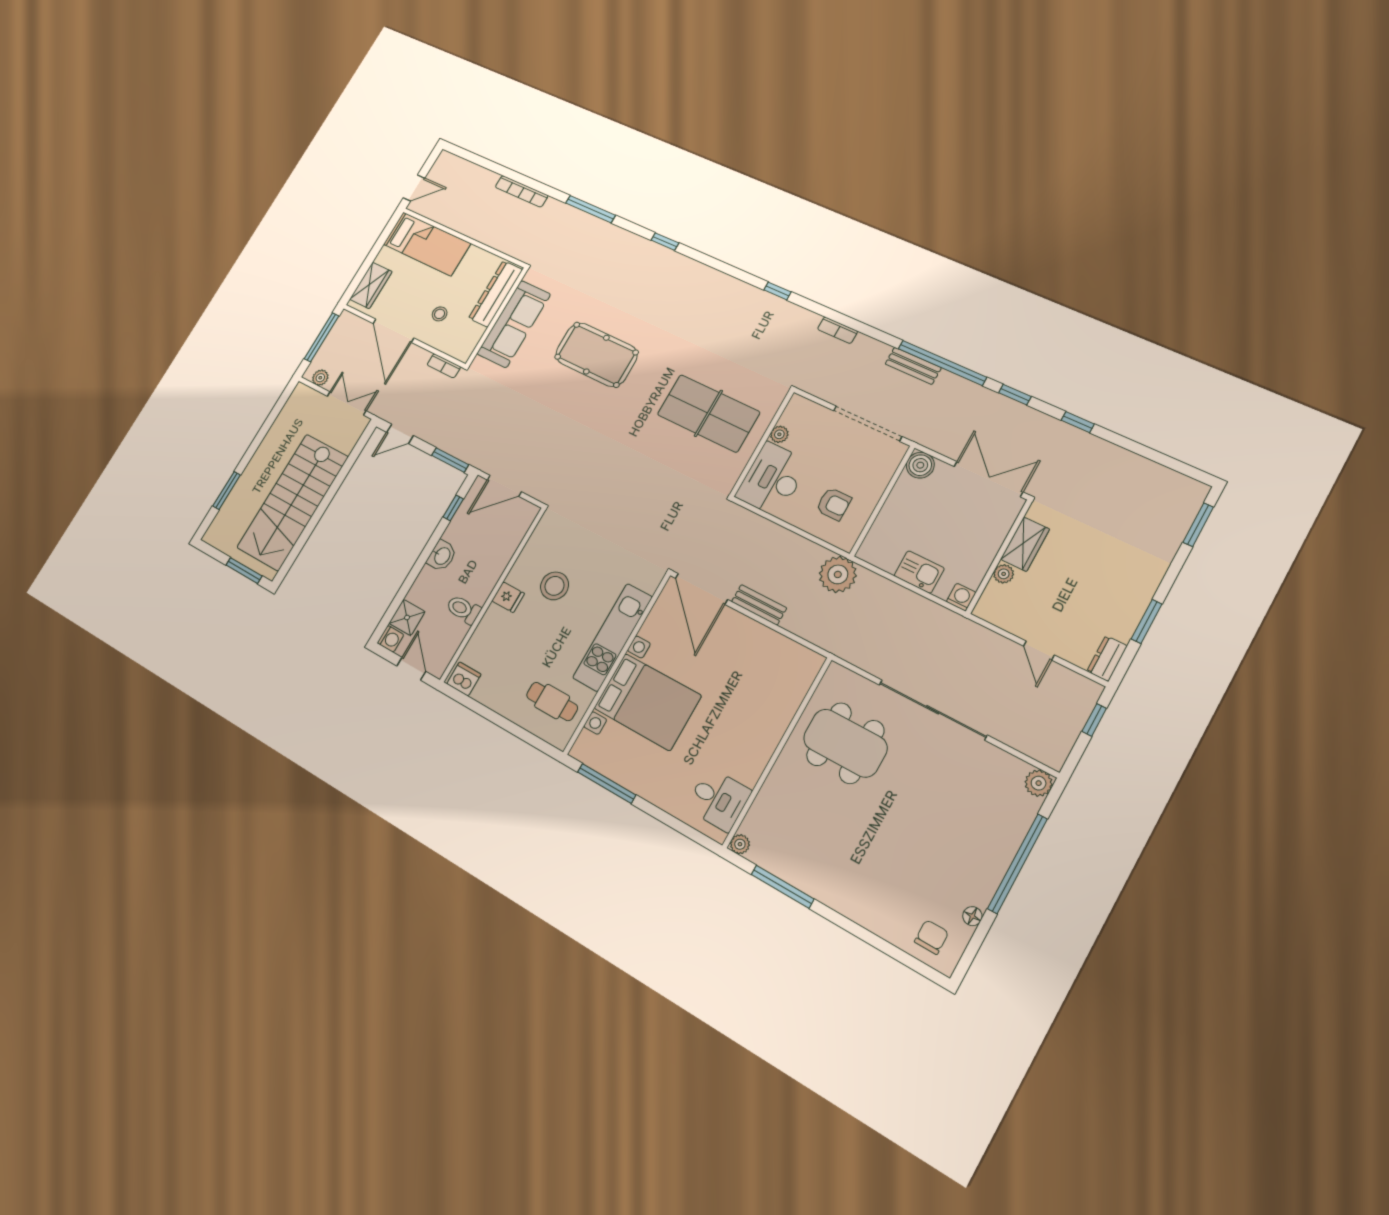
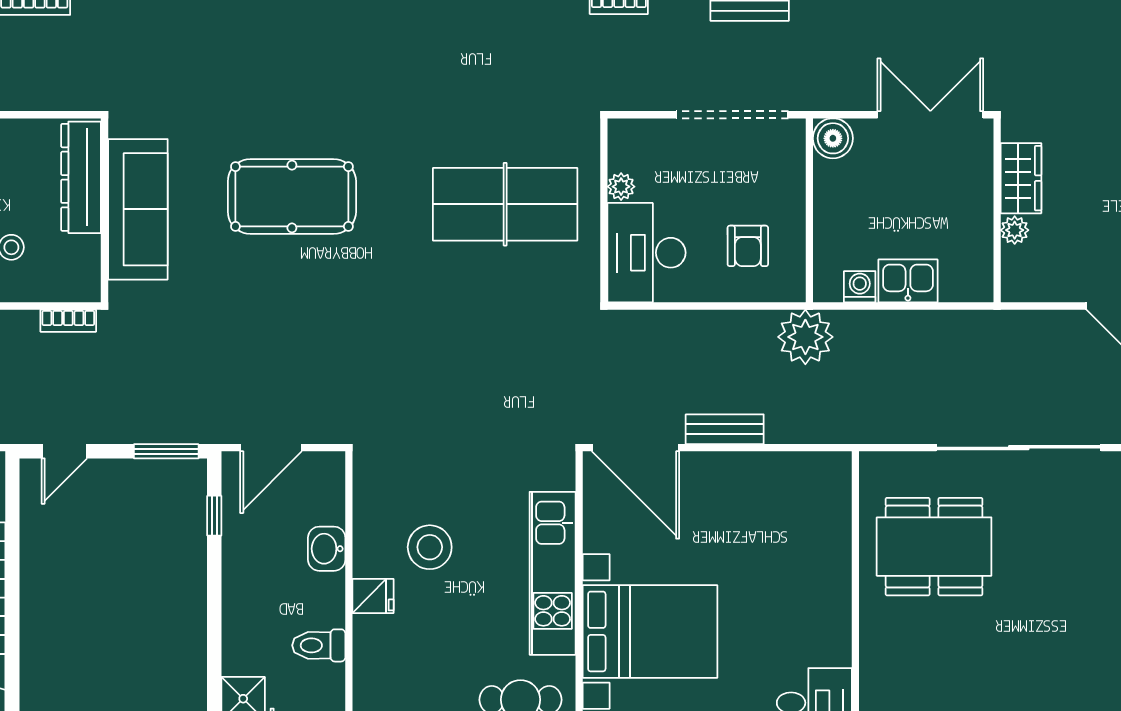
armchair: (834, 504) -> (748, 246), turned 90
washbasin: (442, 556) -> (327, 549), moved, turned 180
washing machine: (961, 597) -> (860, 287), moved

